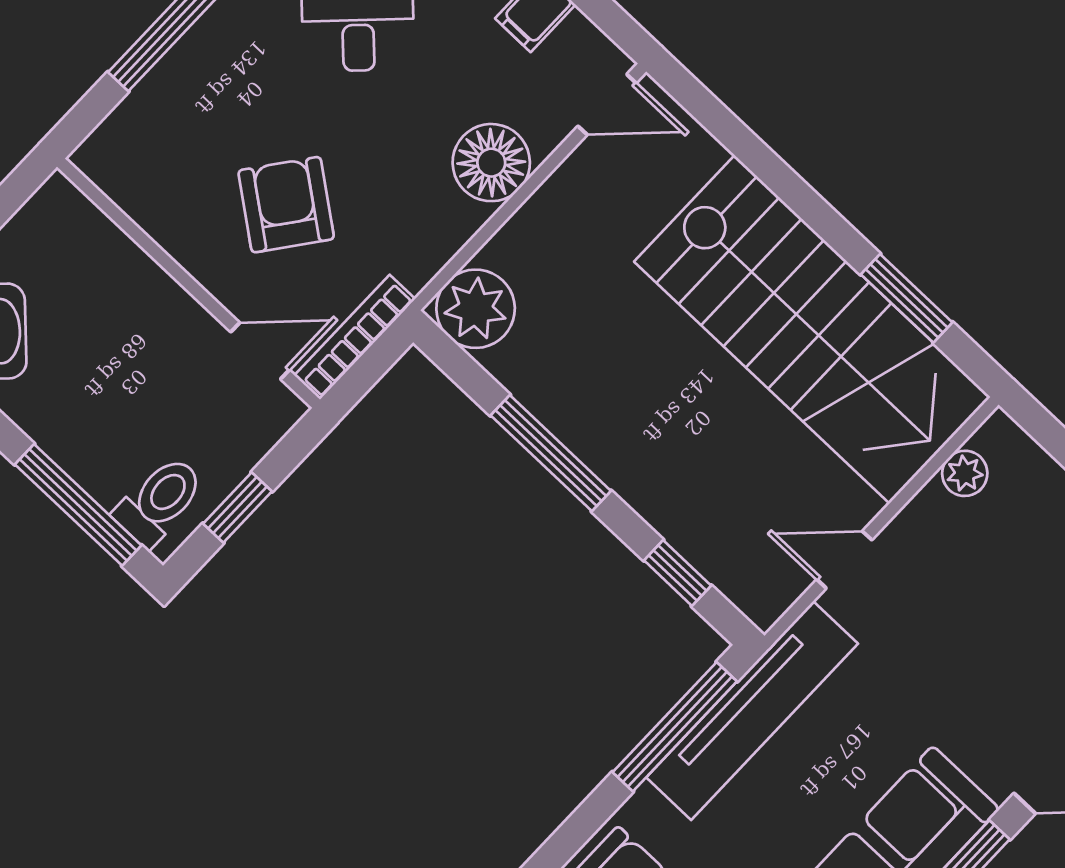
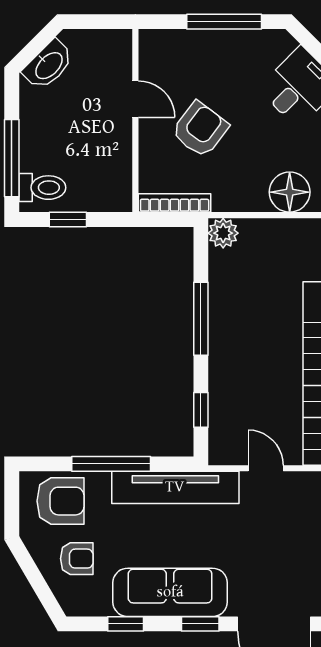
plant: (476, 309) -> (223, 233), width x0.73, depth x0.73
door: (260, 351) -> (135, 99), moved
window: (675, 727) -> (111, 464), moved

